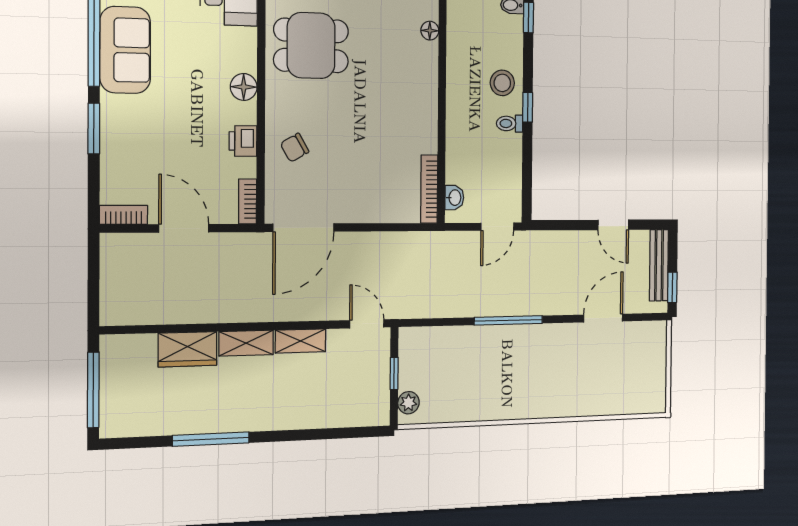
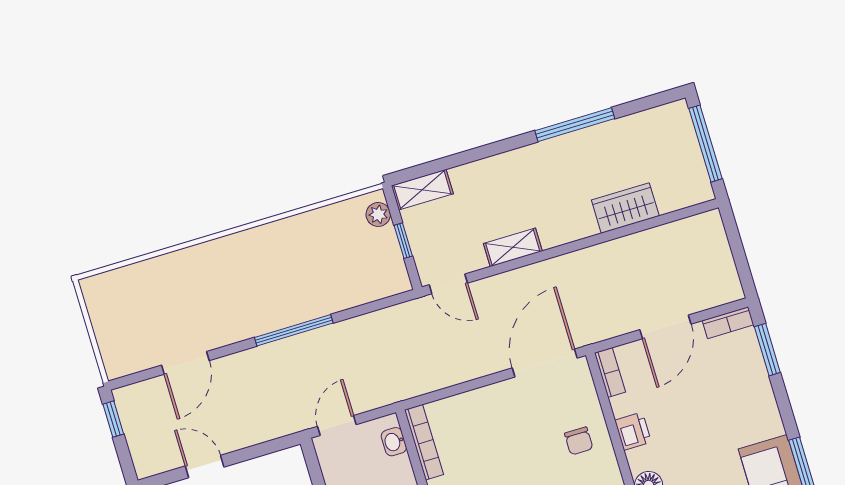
window: (94, 129) -> (767, 350), moved
chair: (295, 148) -> (579, 441), turned 120
door: (184, 228) -> (665, 327), hinge flipped
bench: (659, 265) -> (137, 439), removed
shelving: (246, 343) -> (422, 190), moved

